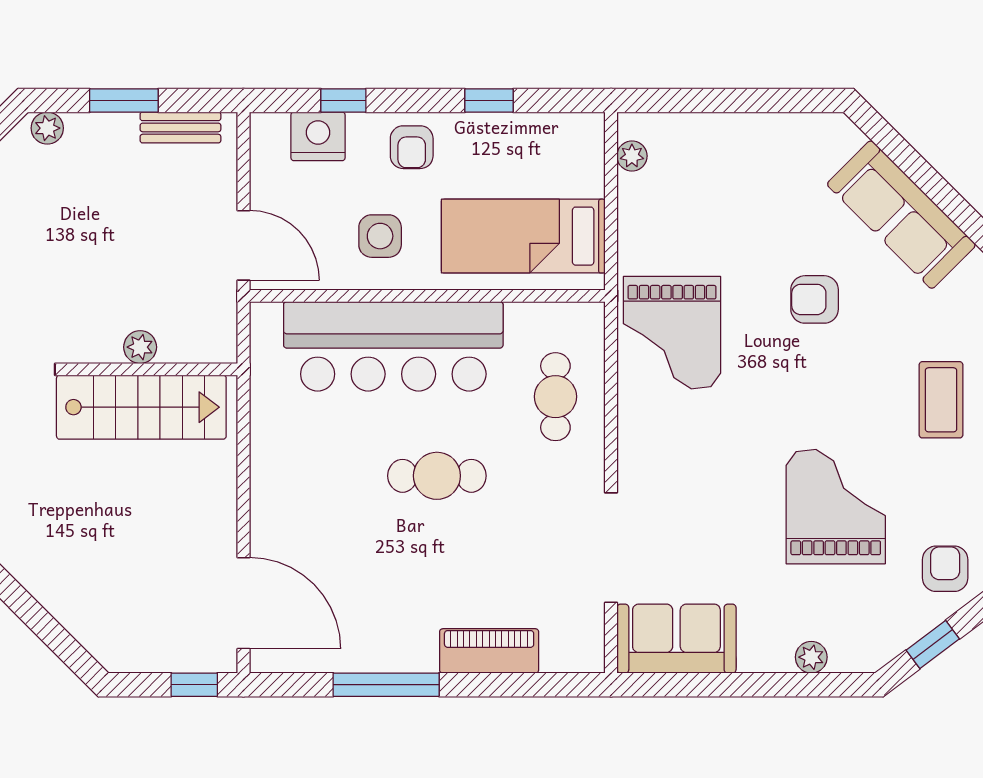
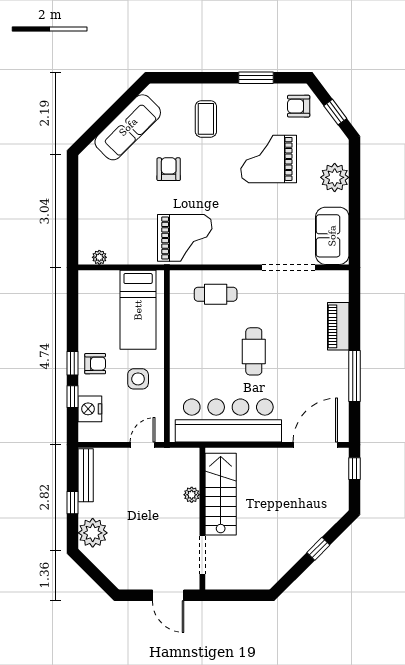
window: (124, 100) -> (73, 503), width x0.67
window: (489, 100) -> (73, 363), moved
bench: (180, 127) -> (86, 475), width x1.36
plant: (47, 128) -> (93, 533), width x1.88, depth x1.88
door: (243, 245) -> (143, 445), width x0.73
armchair: (815, 299) -> (169, 169), turned 180
bar counter: (393, 346) -> (228, 420), moved, turned -90
coffee table: (941, 400) -> (206, 119), moved, turned 90
window: (28, 610) -> (318, 549), added
plant: (811, 657) -> (335, 177), width x1.87, depth x1.87

